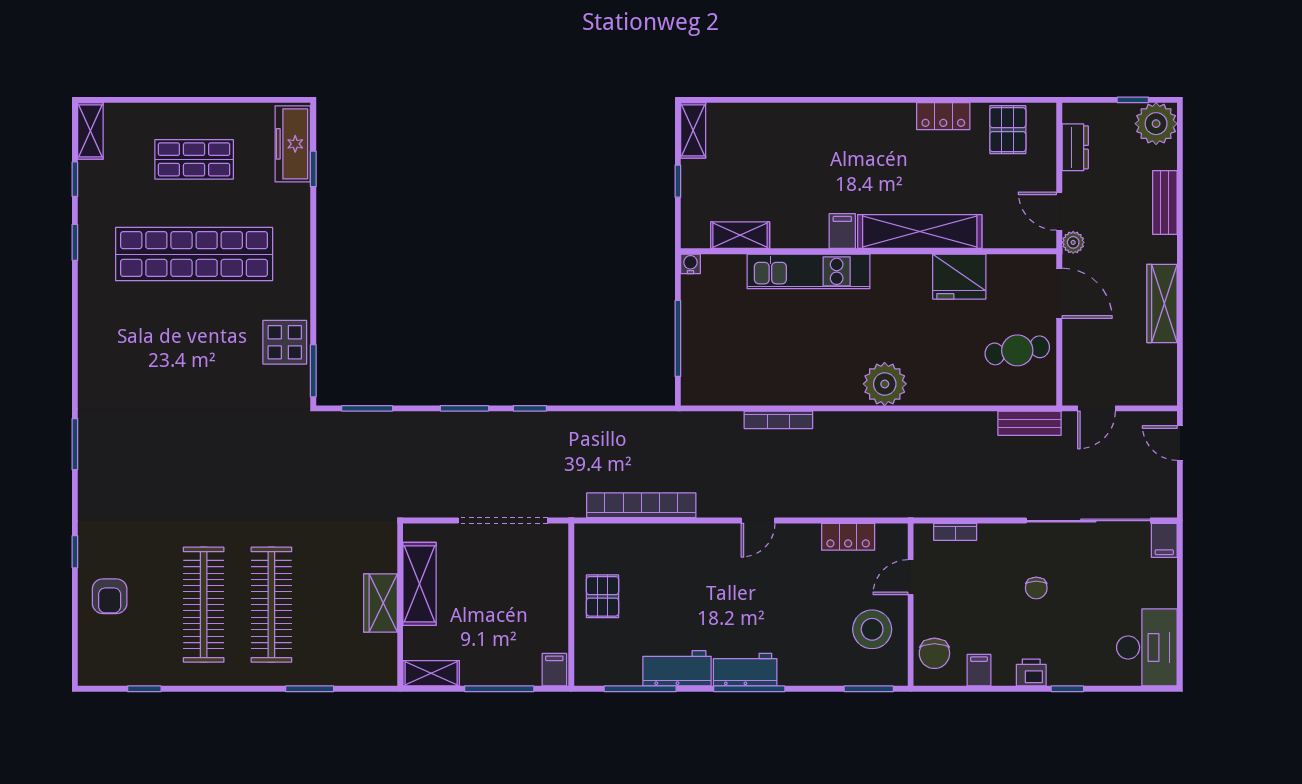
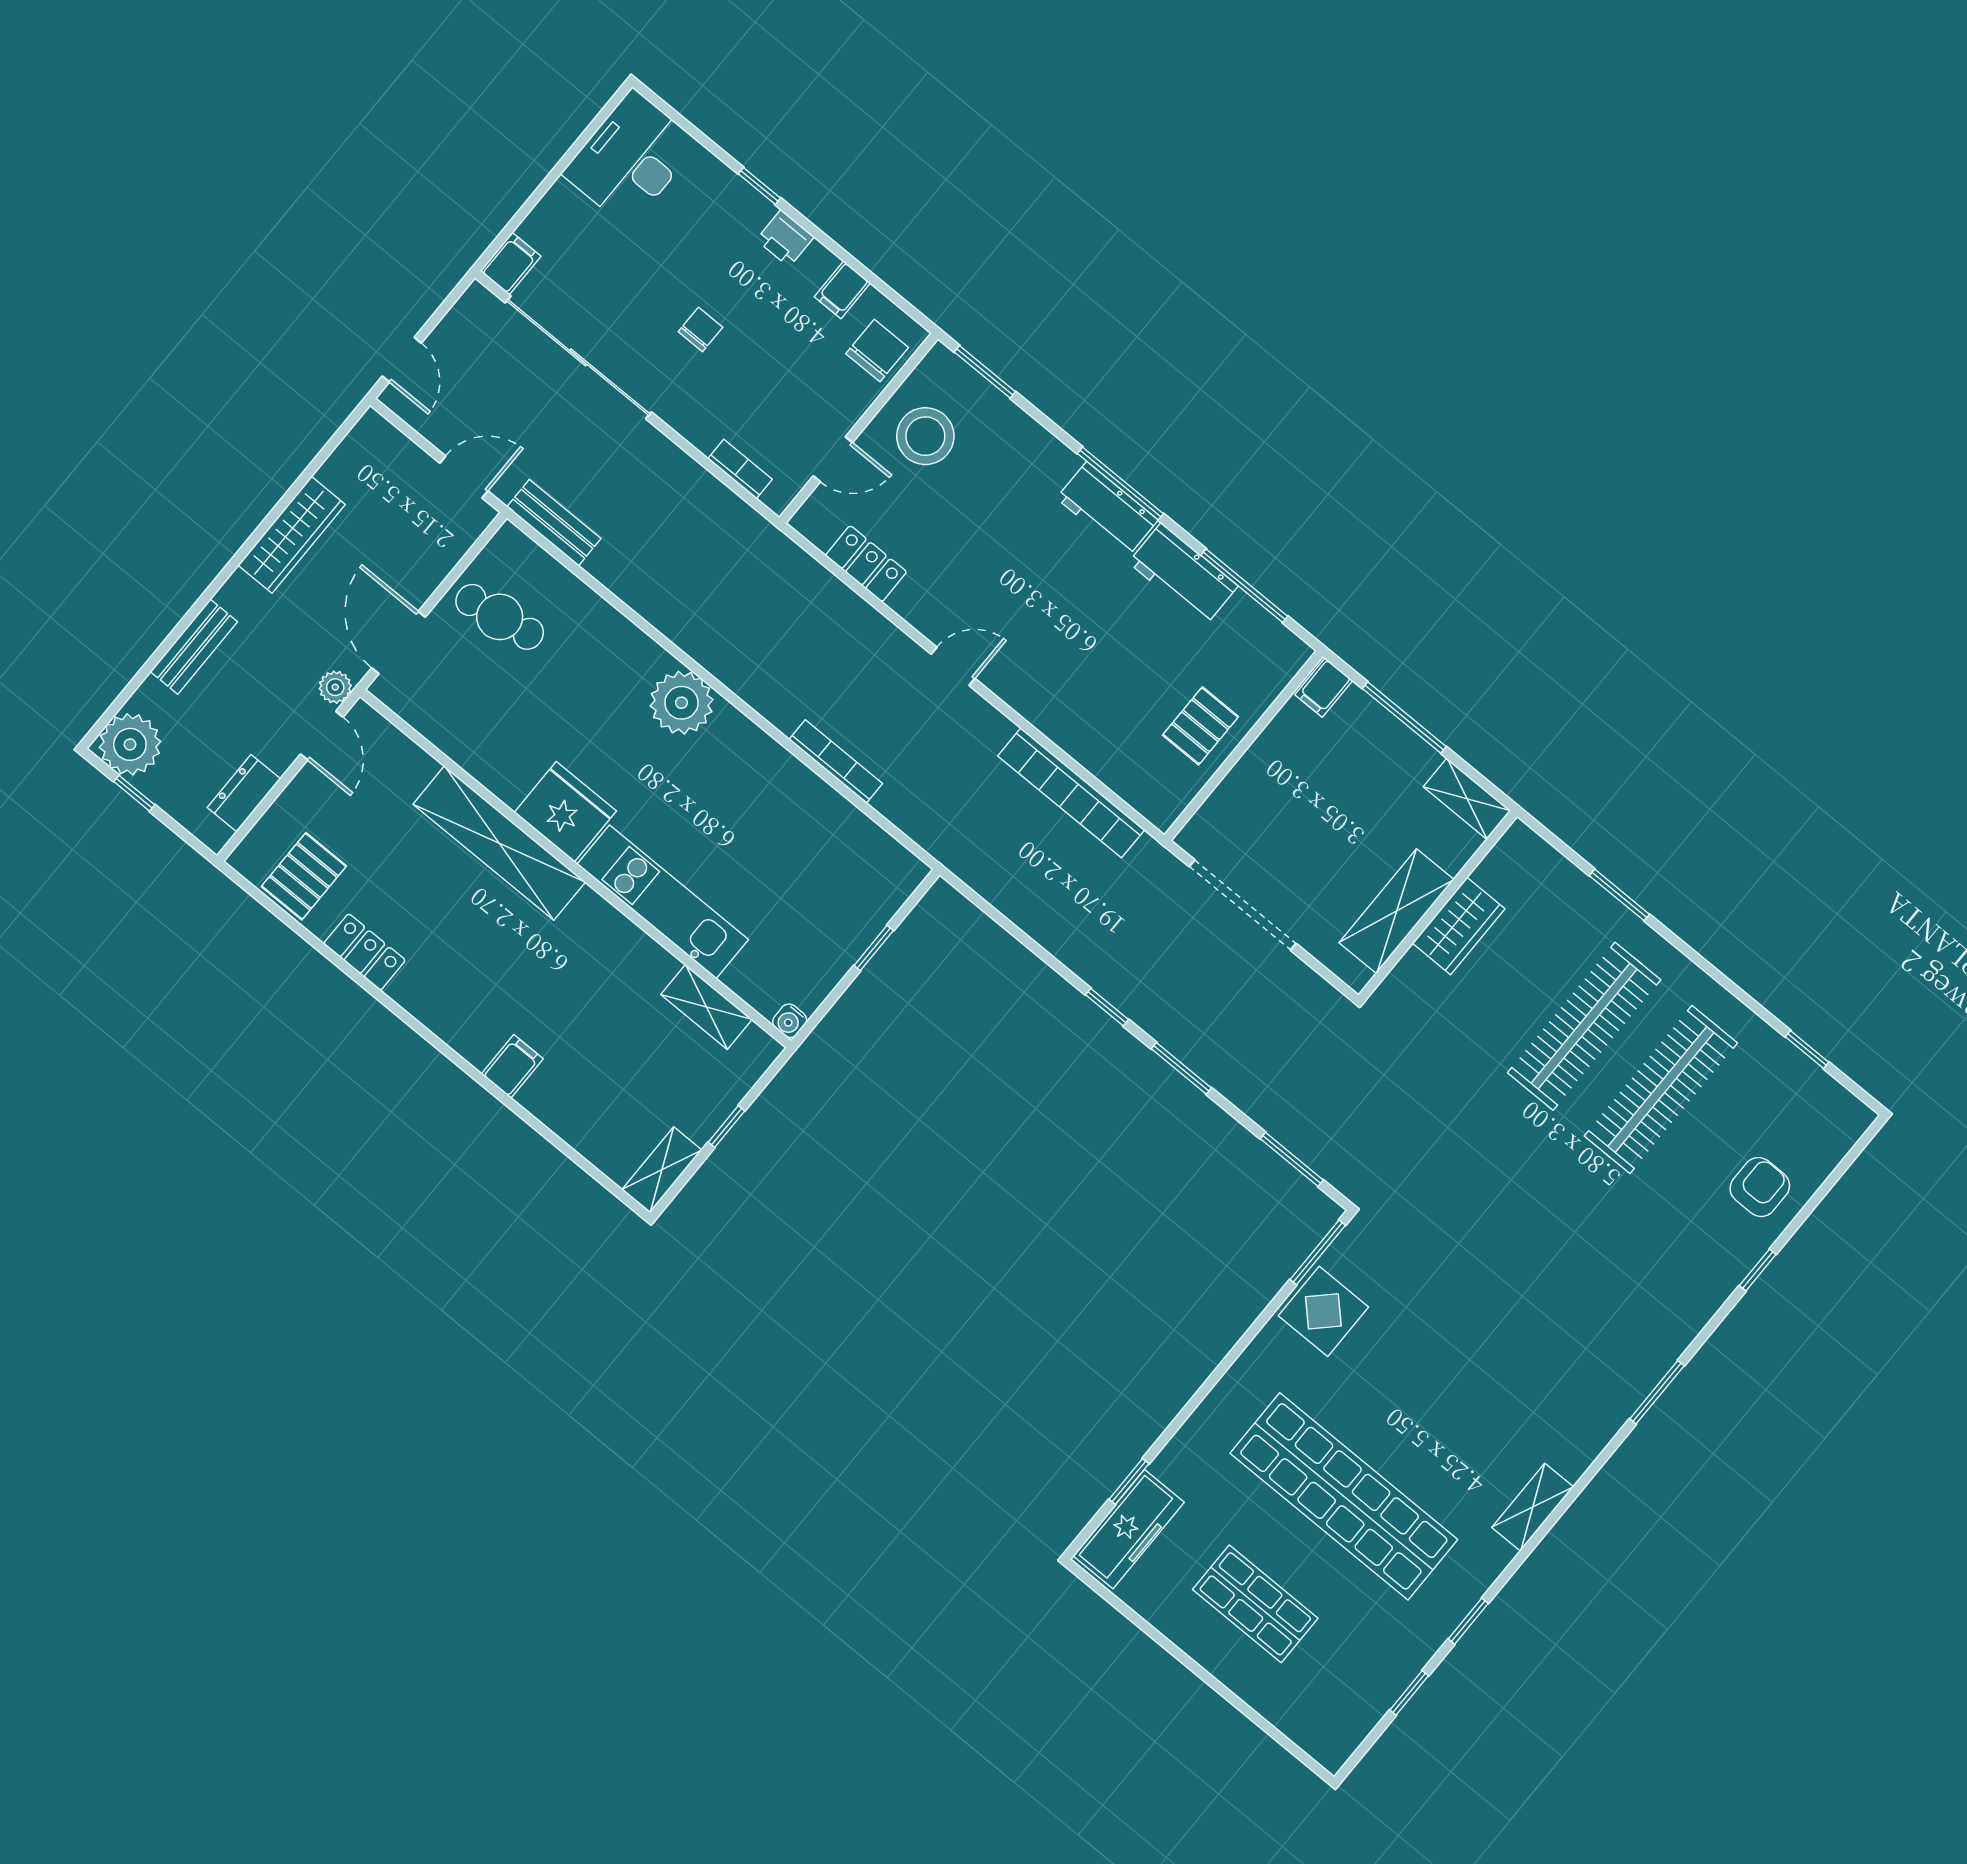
shelving: (90, 131) -> (1533, 1507), moved
filing cabinet: (842, 231) -> (512, 1066), moved, turned 180
fridge: (959, 277) -> (565, 812), moved
window: (678, 338) -> (874, 948), width x0.46

